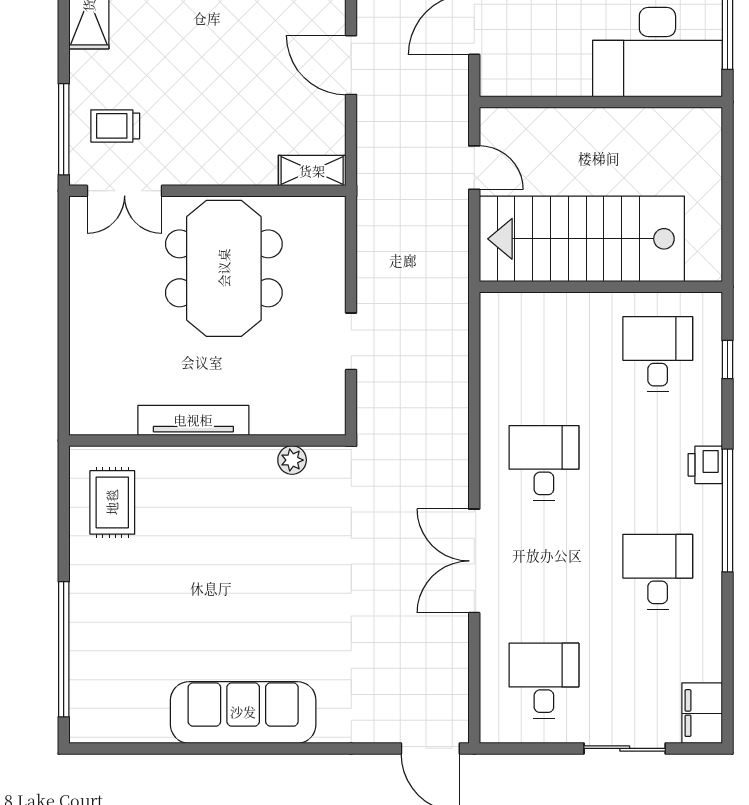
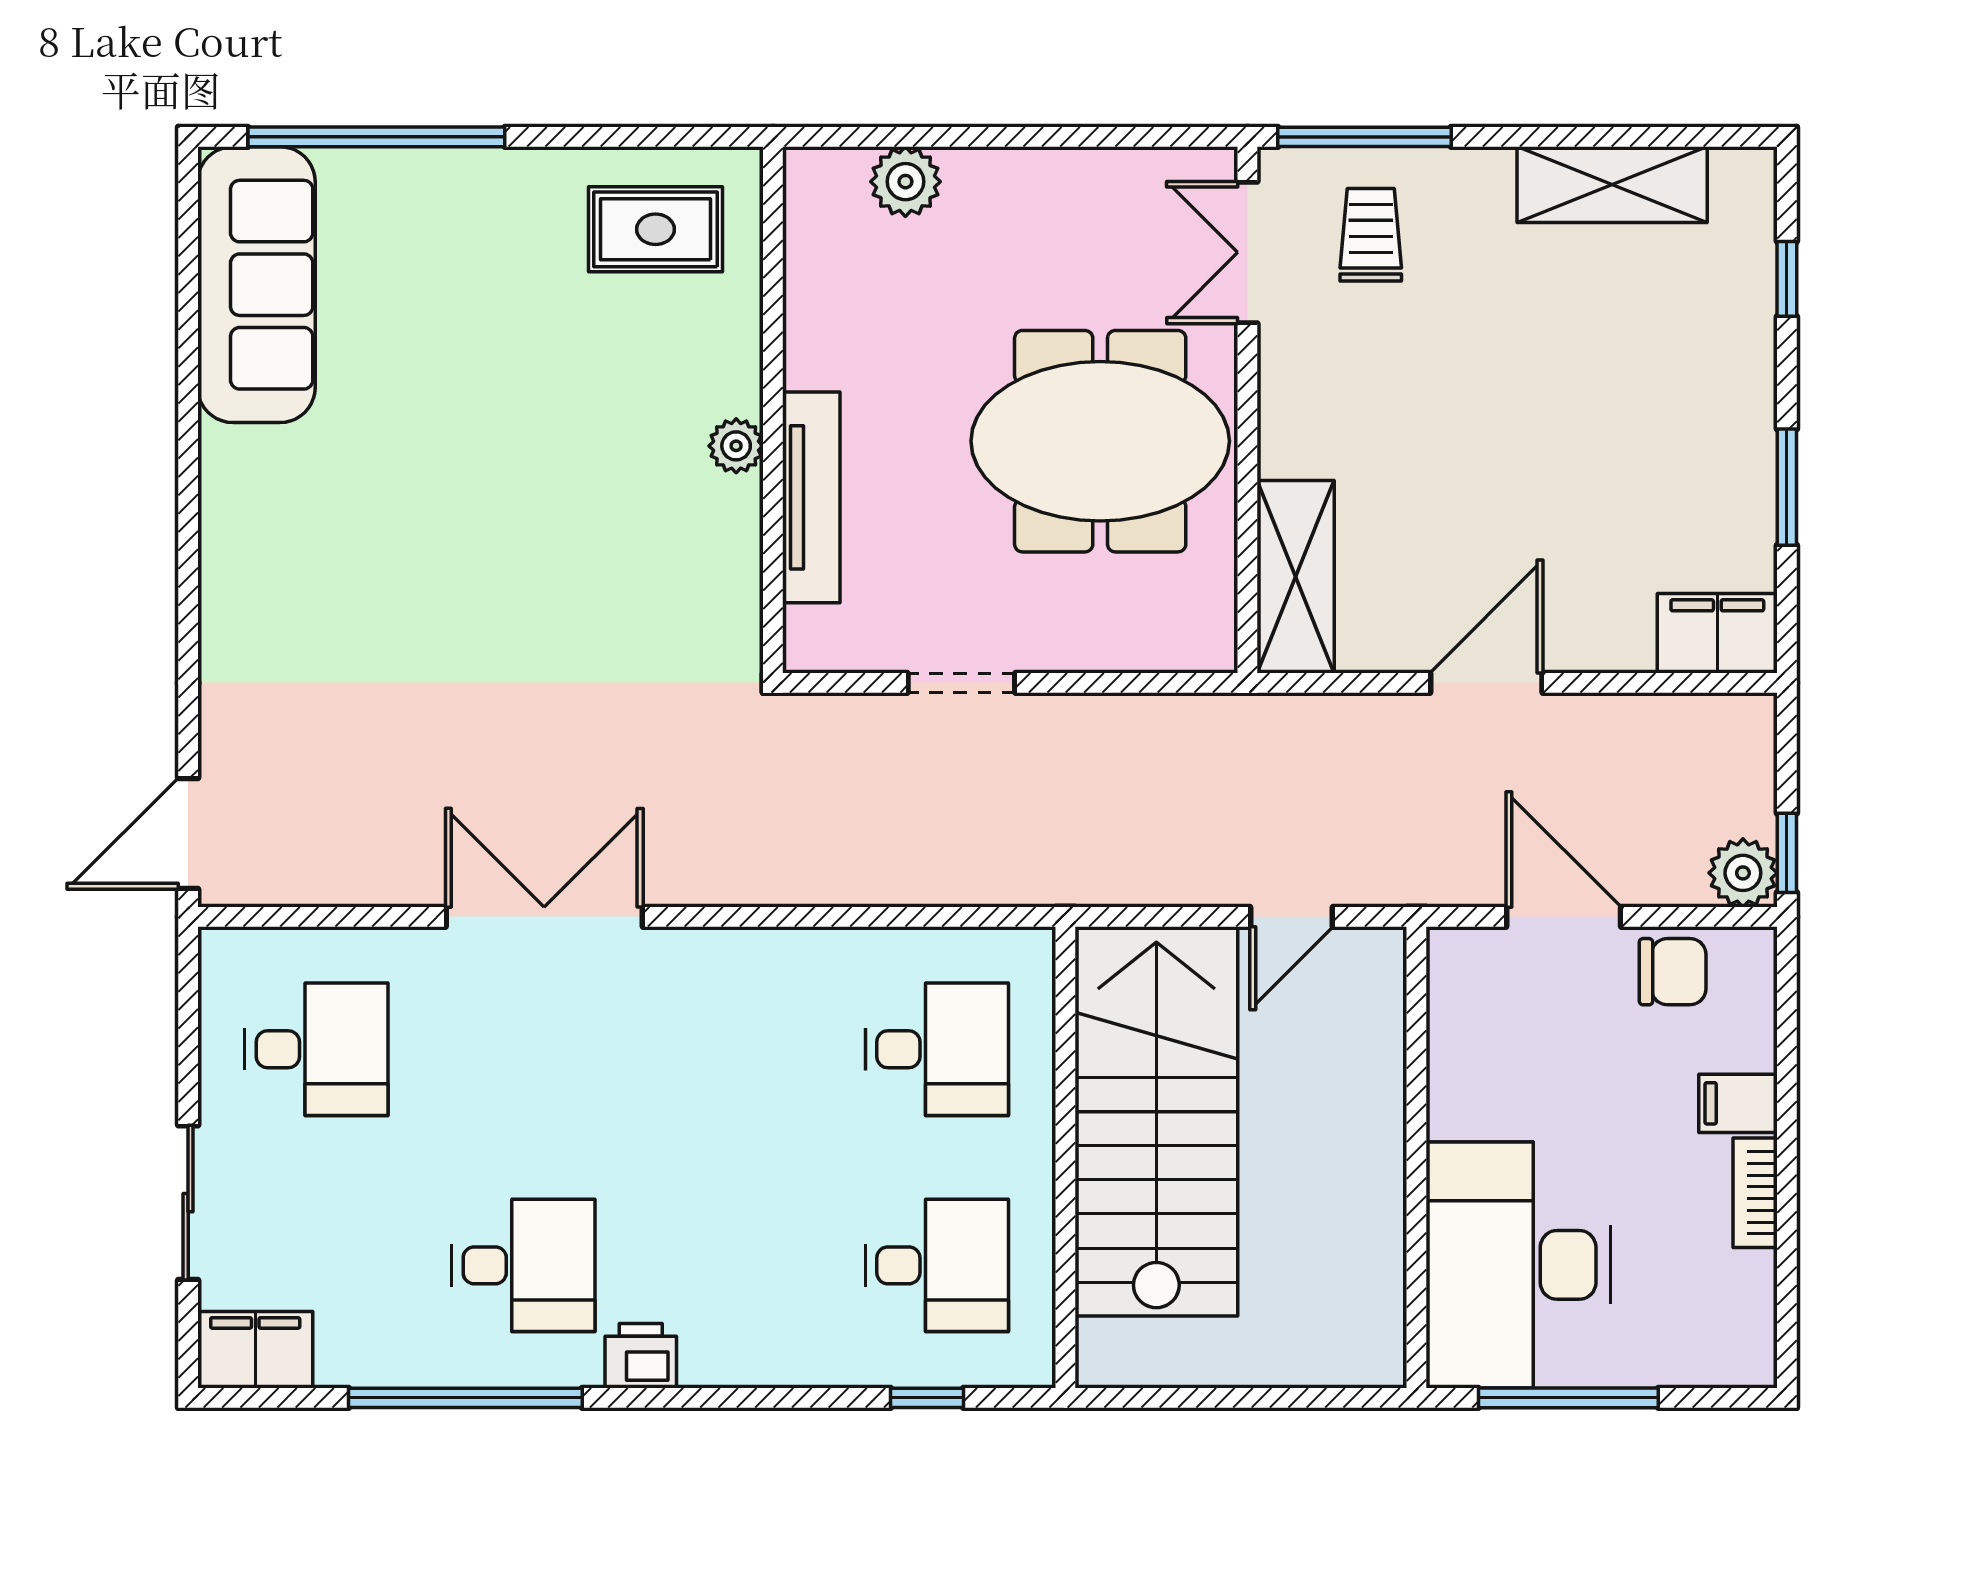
shelving: (312, 171) -> (1296, 577), width x1.50, depth x1.33
plant: (87, 371) -> (905, 182), added
tv unit: (193, 420) -> (811, 497), moved
plant: (292, 460) -> (736, 446), moved
desk: (544, 463) -> (937, 1049), moved
printer: (705, 465) -> (641, 1356), moved
window: (727, 510) -> (465, 1398), moved
sofa: (243, 712) -> (256, 285), moved

